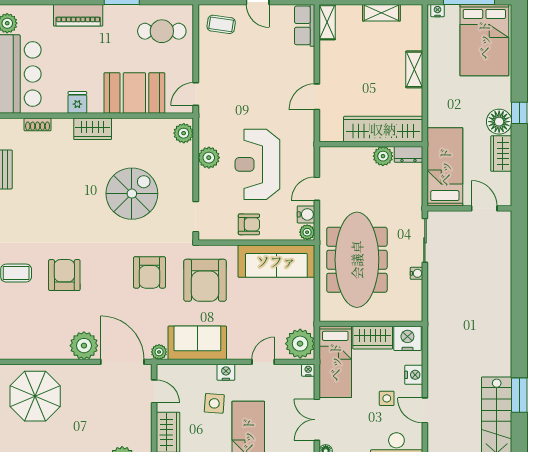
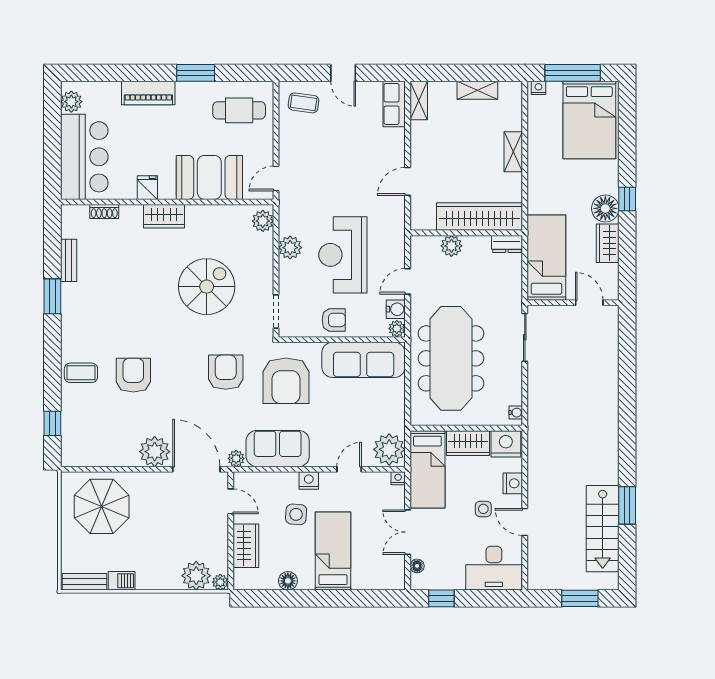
plant: (383, 156) -> (451, 246), moved
armchair: (149, 272) -> (226, 372), turned 180
water cooler: (417, 273) -> (516, 413), moved

